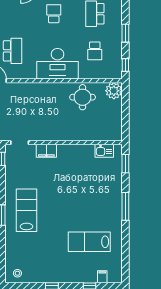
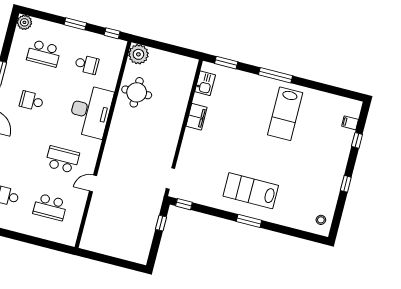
filing cabinet: (46, 151) -> (197, 117), moved
lab bench: (89, 242) -> (285, 114), moved

